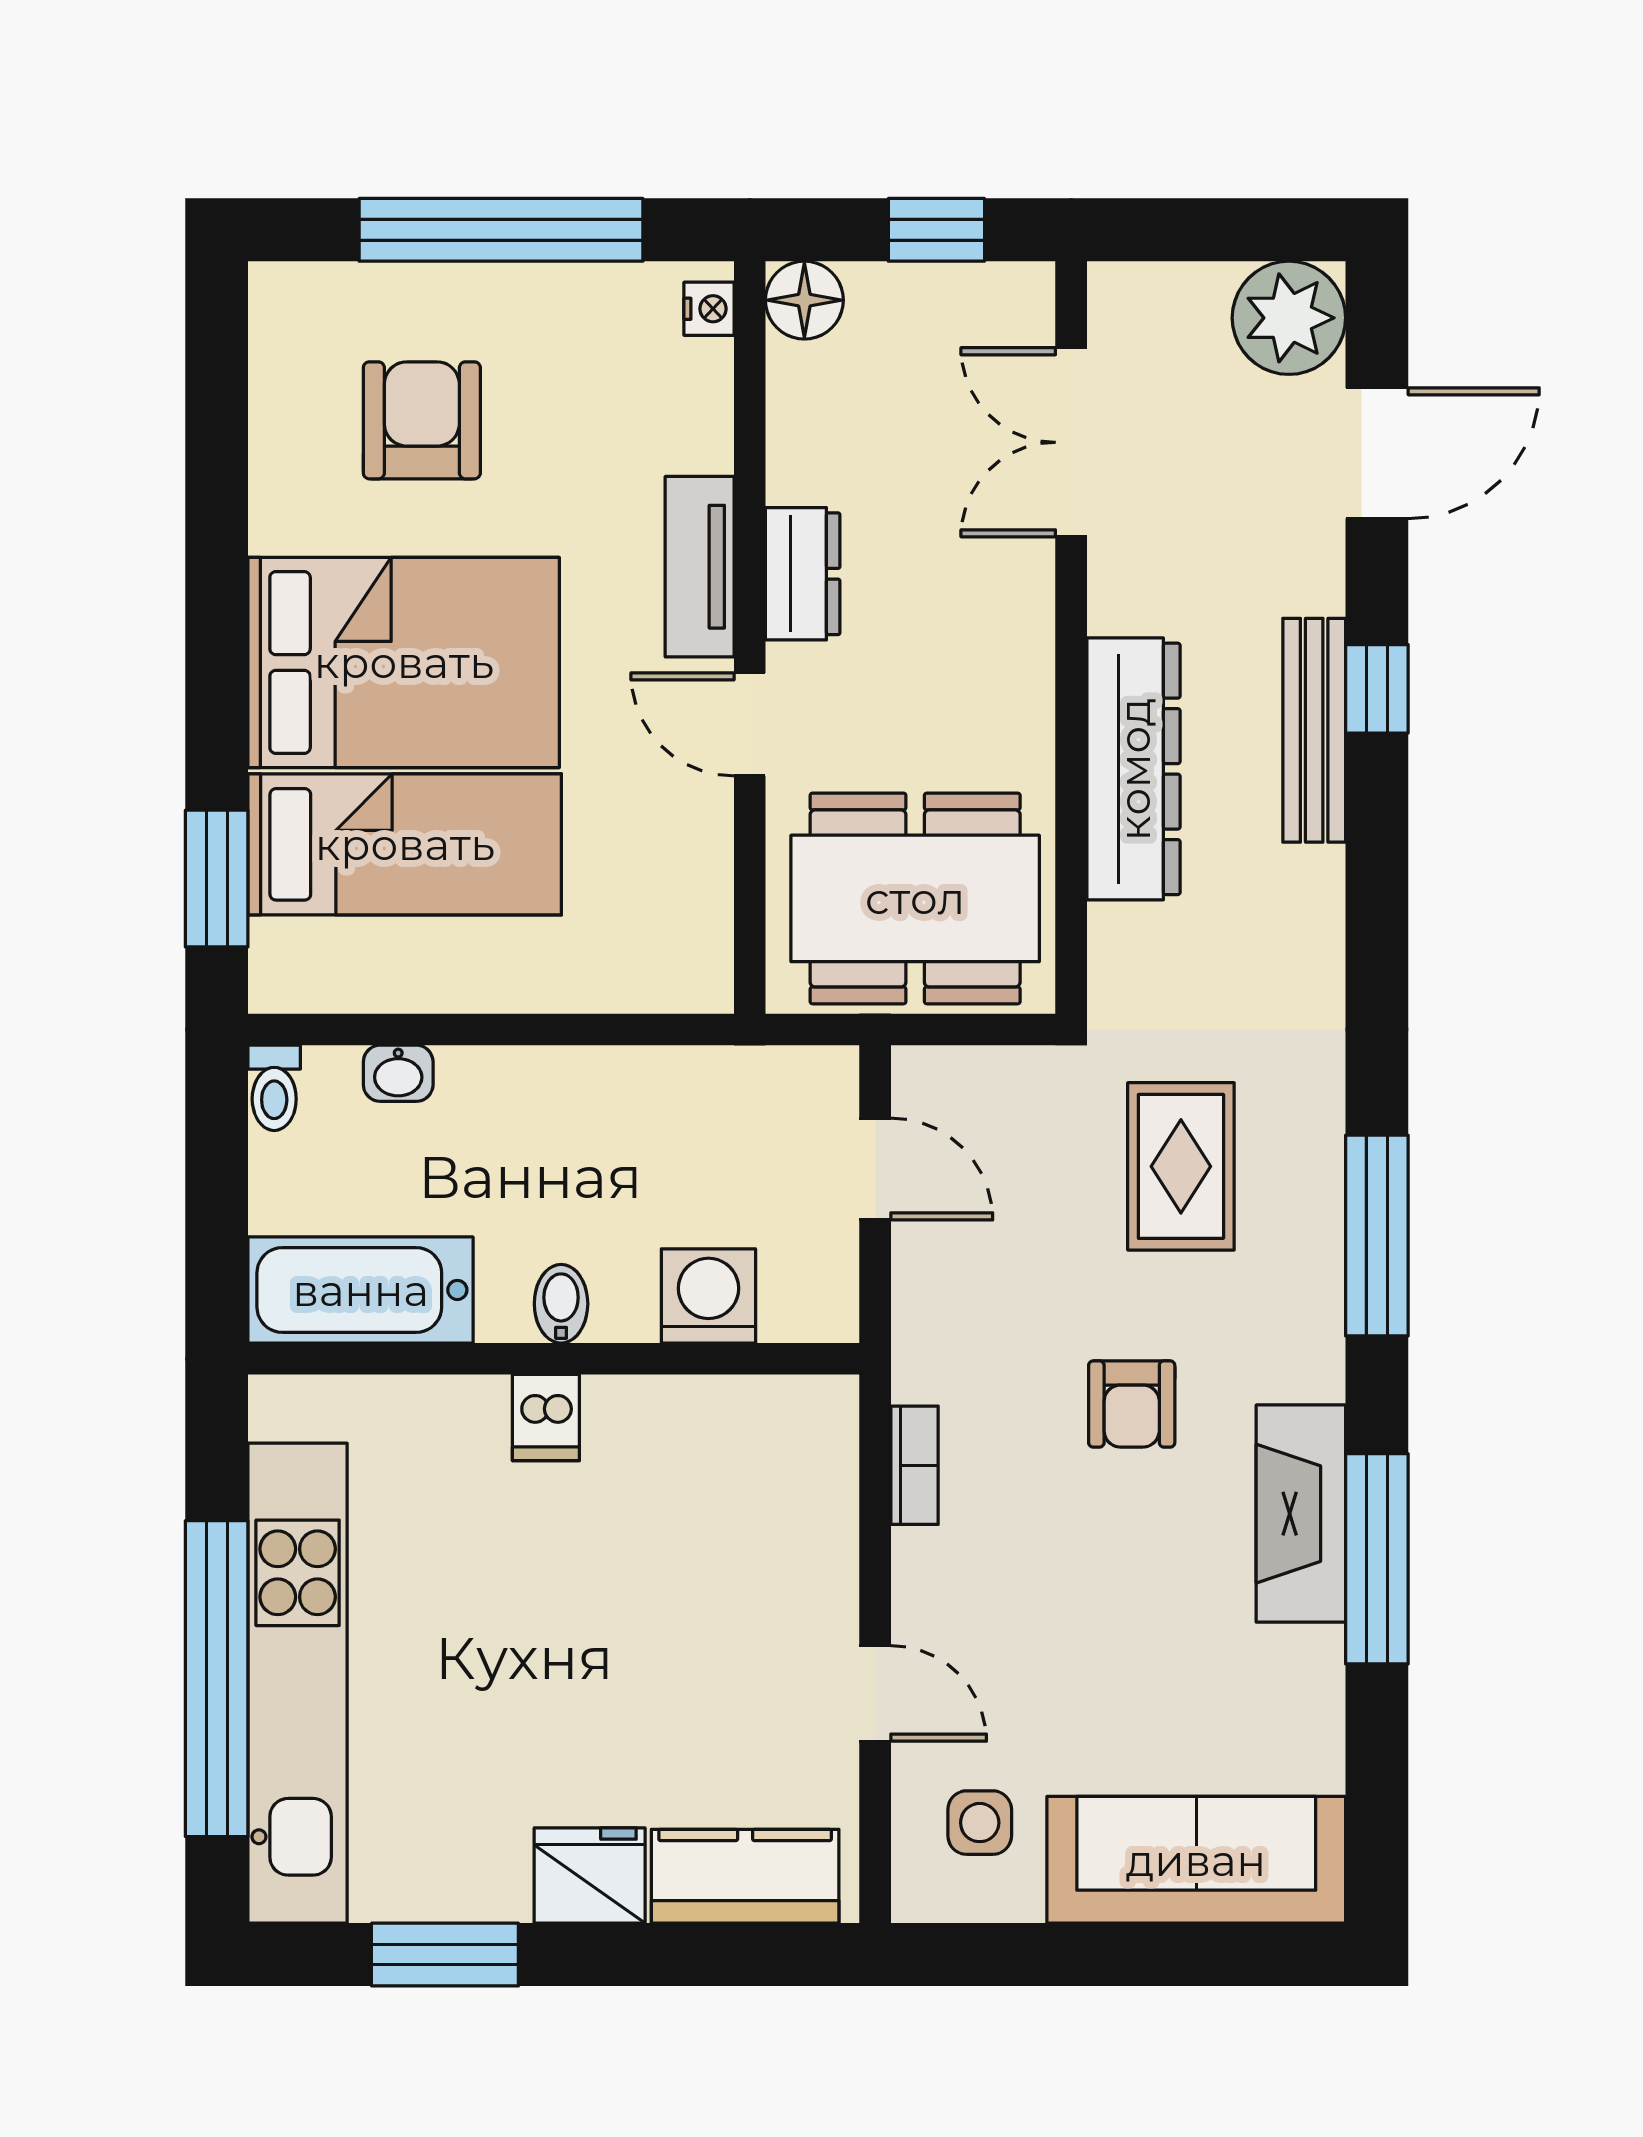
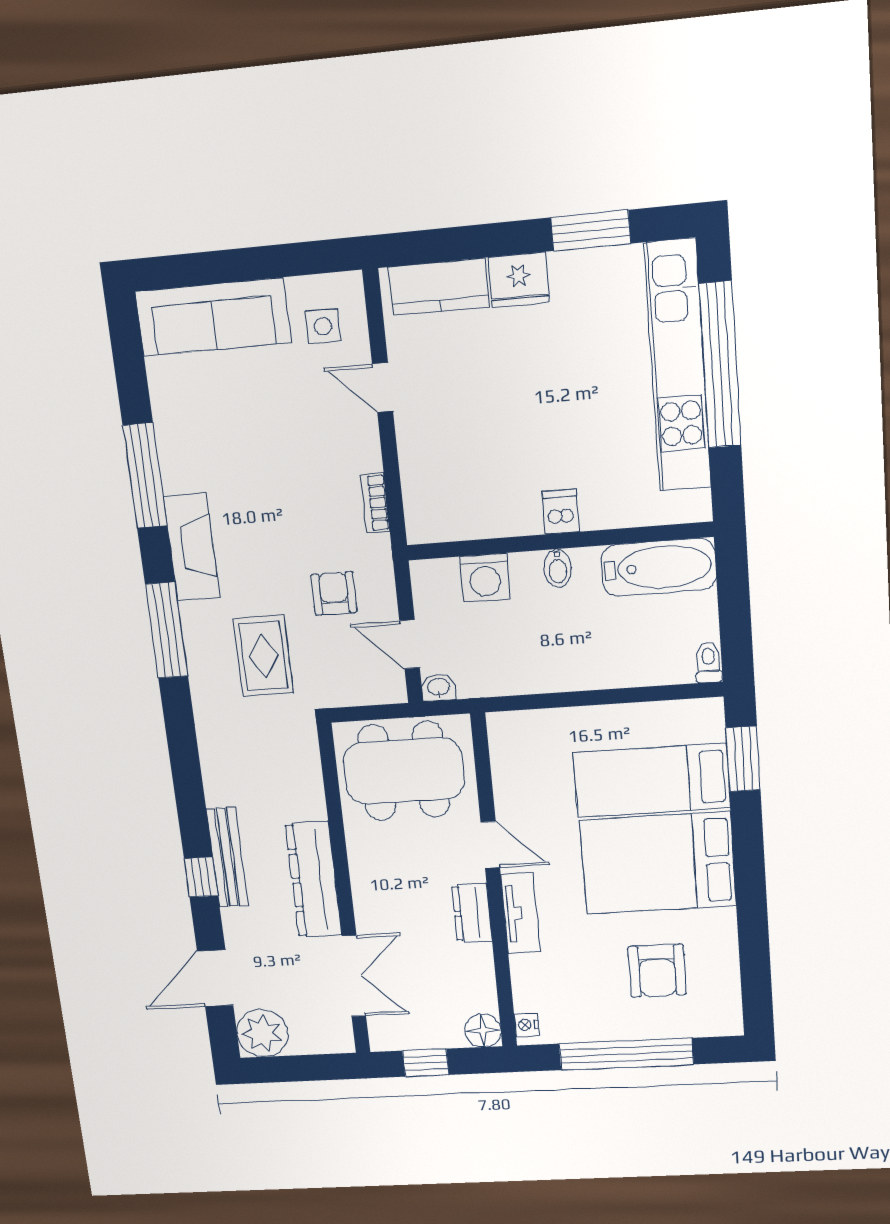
dresser: (1134, 769) -> (314, 880), moved
washbasin: (398, 1073) -> (439, 688), moved
armchair: (1132, 1404) -> (334, 593), moved
fireplace: (1301, 1514) -> (192, 547), moved

